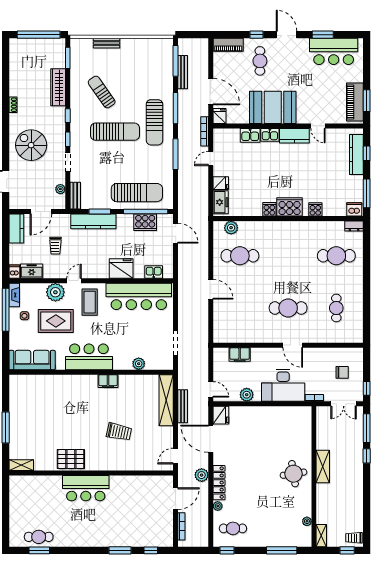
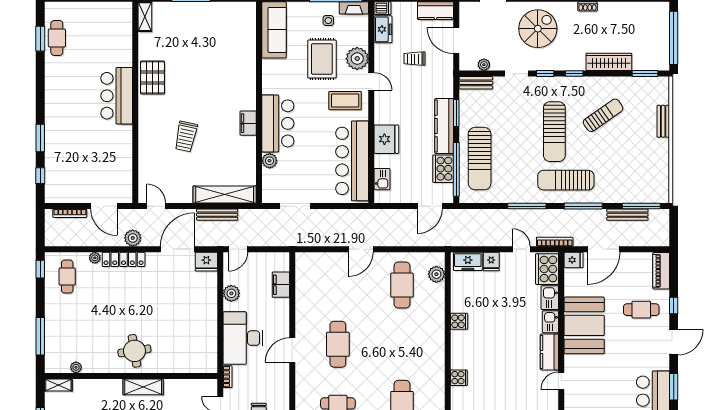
cooker: (290, 207) -> (547, 269), moved, turned 180
kitchen counter: (93, 221) -> (444, 126), moved
bar counter: (89, 357) -> (278, 123), moved

